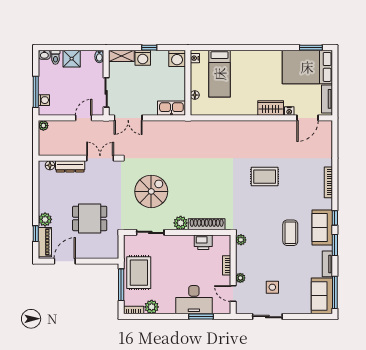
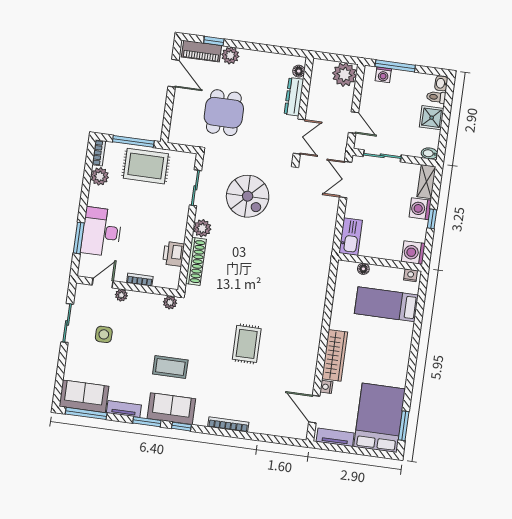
wardrobe: (271, 108) -> (335, 355), width x1.50
plant: (43, 126) -> (344, 74), width x1.87, depth x1.87

